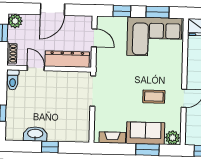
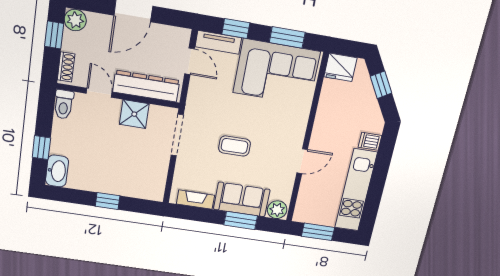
tv unit: (112, 22) -> (218, 42), added
shower: (61, 80) -> (134, 114), added
coffee table: (154, 97) -> (234, 146), moved
washbasin: (35, 134) -> (57, 171), moved, turned 90

